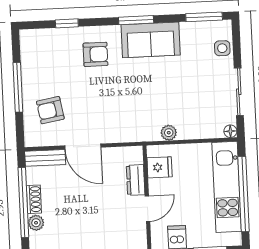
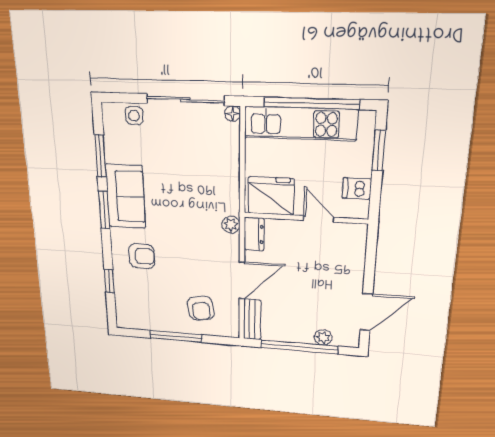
window: (204, 17) -> (100, 156), moved
armchair: (96, 54) -> (142, 256), turned 90
sliding door: (239, 92) -> (185, 100), width x1.37
plant: (169, 133) -> (231, 225), moved
fridge: (160, 167) -> (271, 196), width x1.88, depth x1.34
dresser: (136, 180) -> (254, 234), moved, turned -90
shoe rack: (34, 199) -> (297, 336), removed

